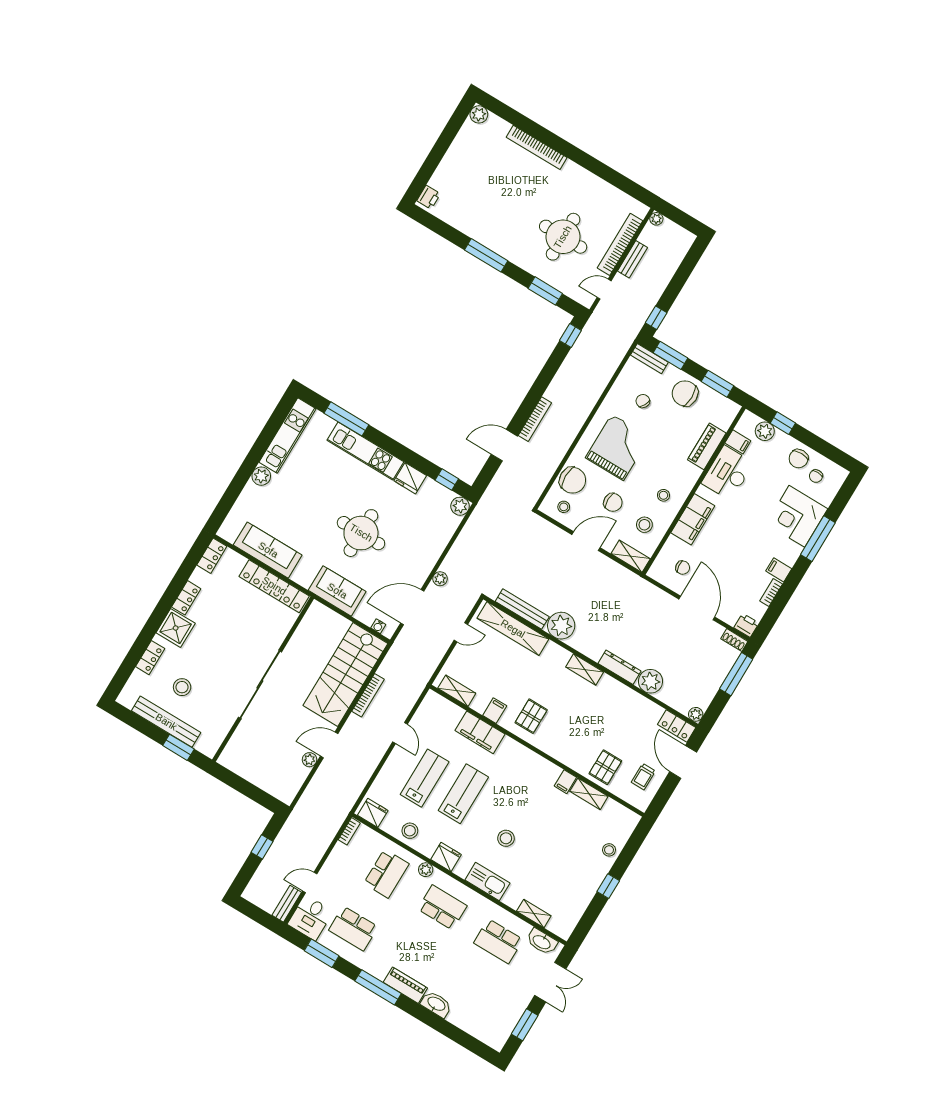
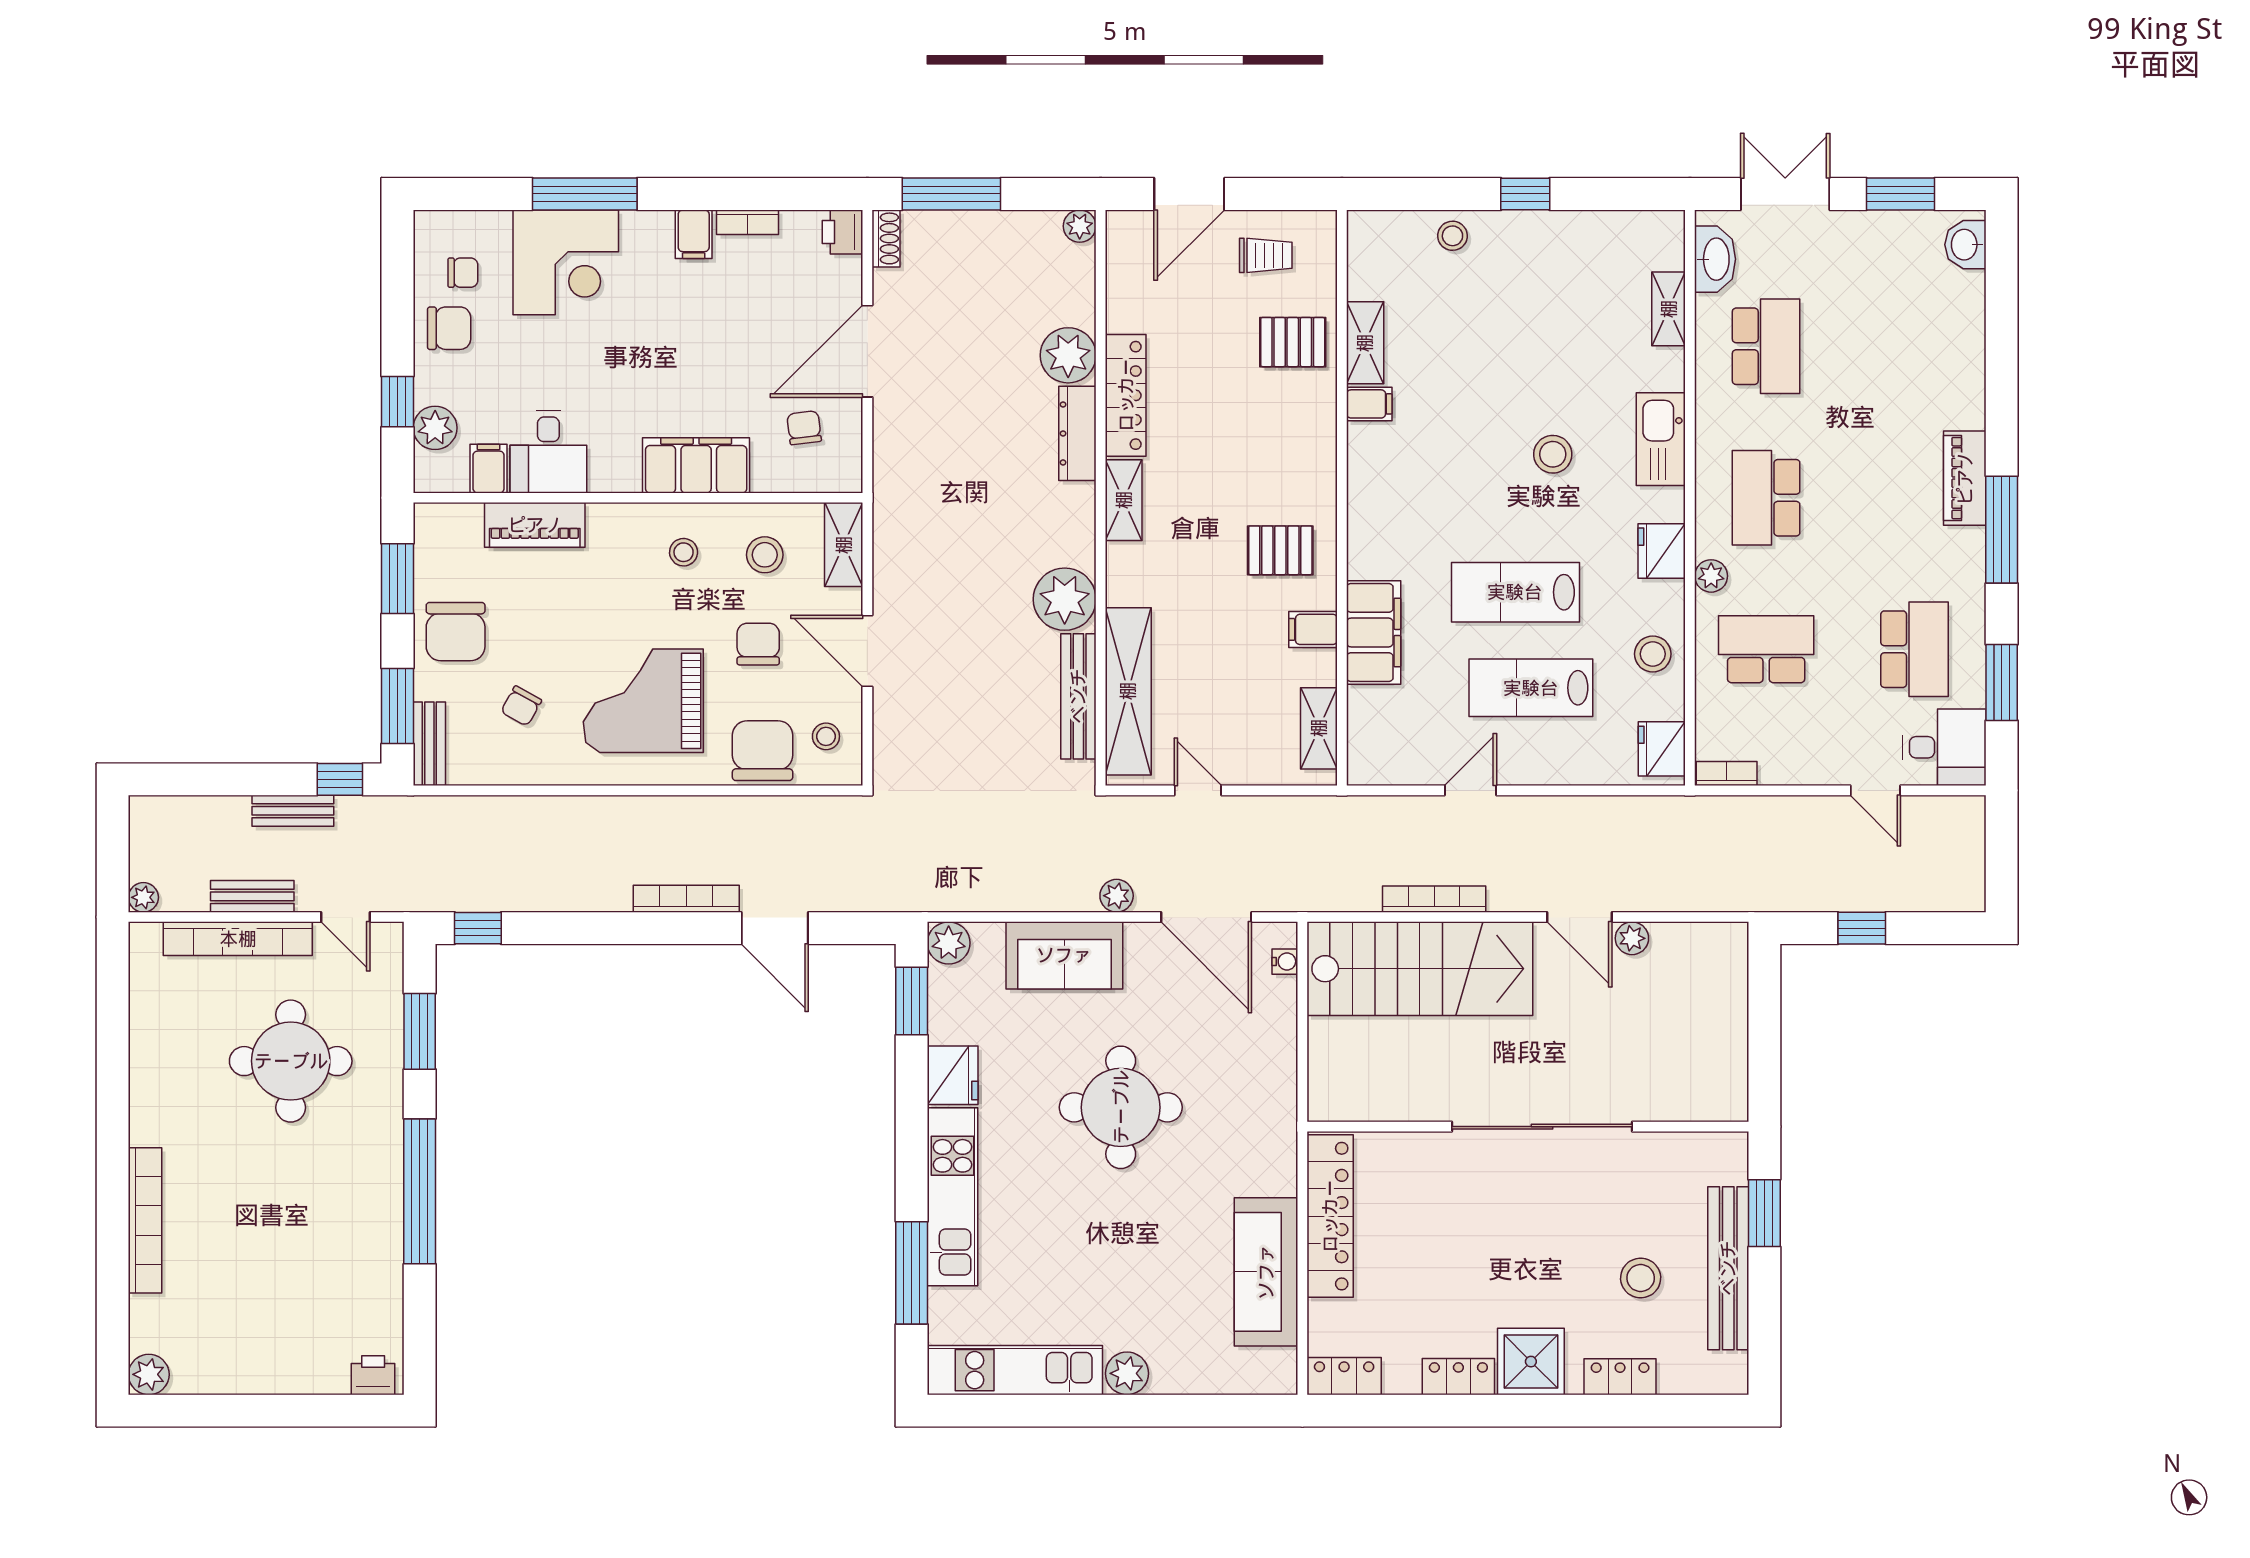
window: (486, 255) -> (420, 1191), width x1.46
desk: (728, 473) -> (548, 452), width x0.73
window: (447, 480) -> (912, 1001), width x1.50
sofa: (337, 591) -> (1064, 955), moved, turned -90
locker: (677, 726) -> (1126, 395), moved, width x1.53
bench: (287, 904) -> (293, 811), moved
washbasin: (436, 1004) -> (1965, 245), moved, width x0.72

